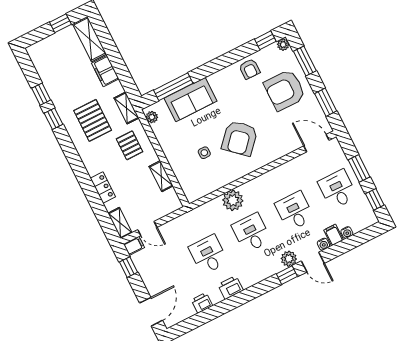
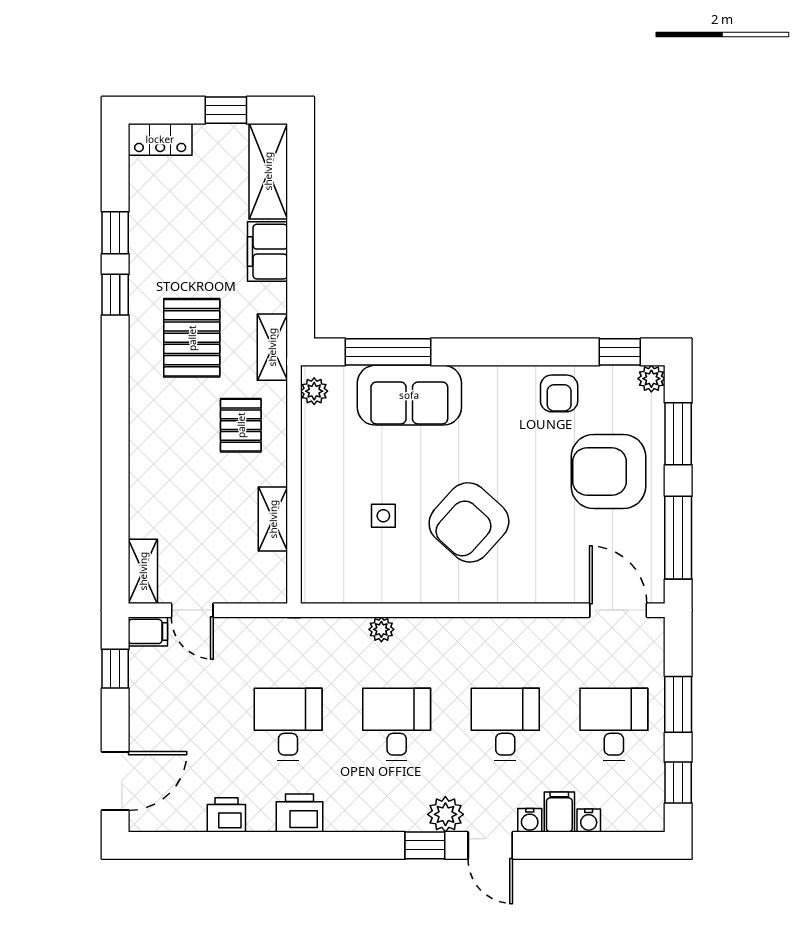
window: (326, 102) -> (678, 538), width x1.44
locker: (103, 188) -> (160, 139), moved, turned 90
plant: (233, 200) -> (381, 629), width x0.53, depth x0.53

